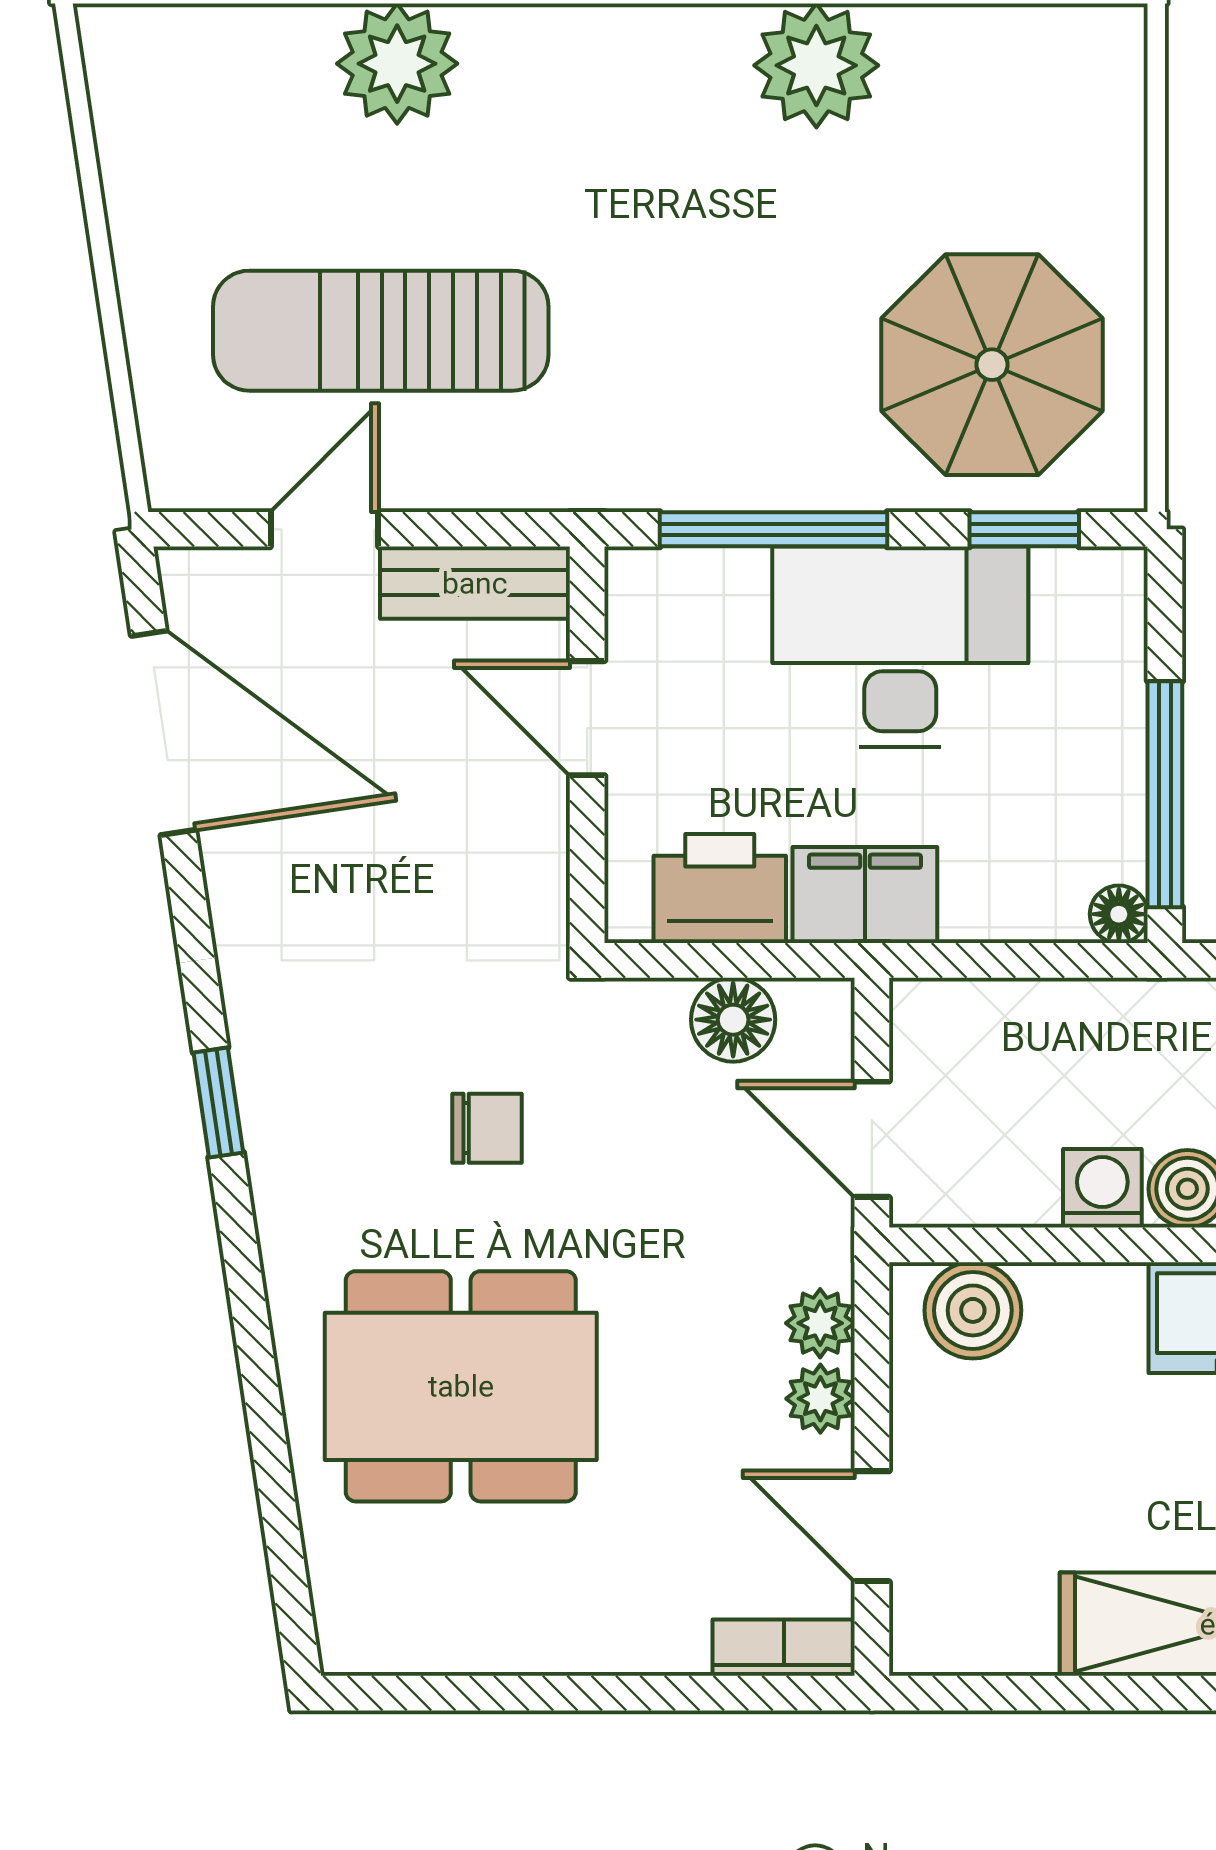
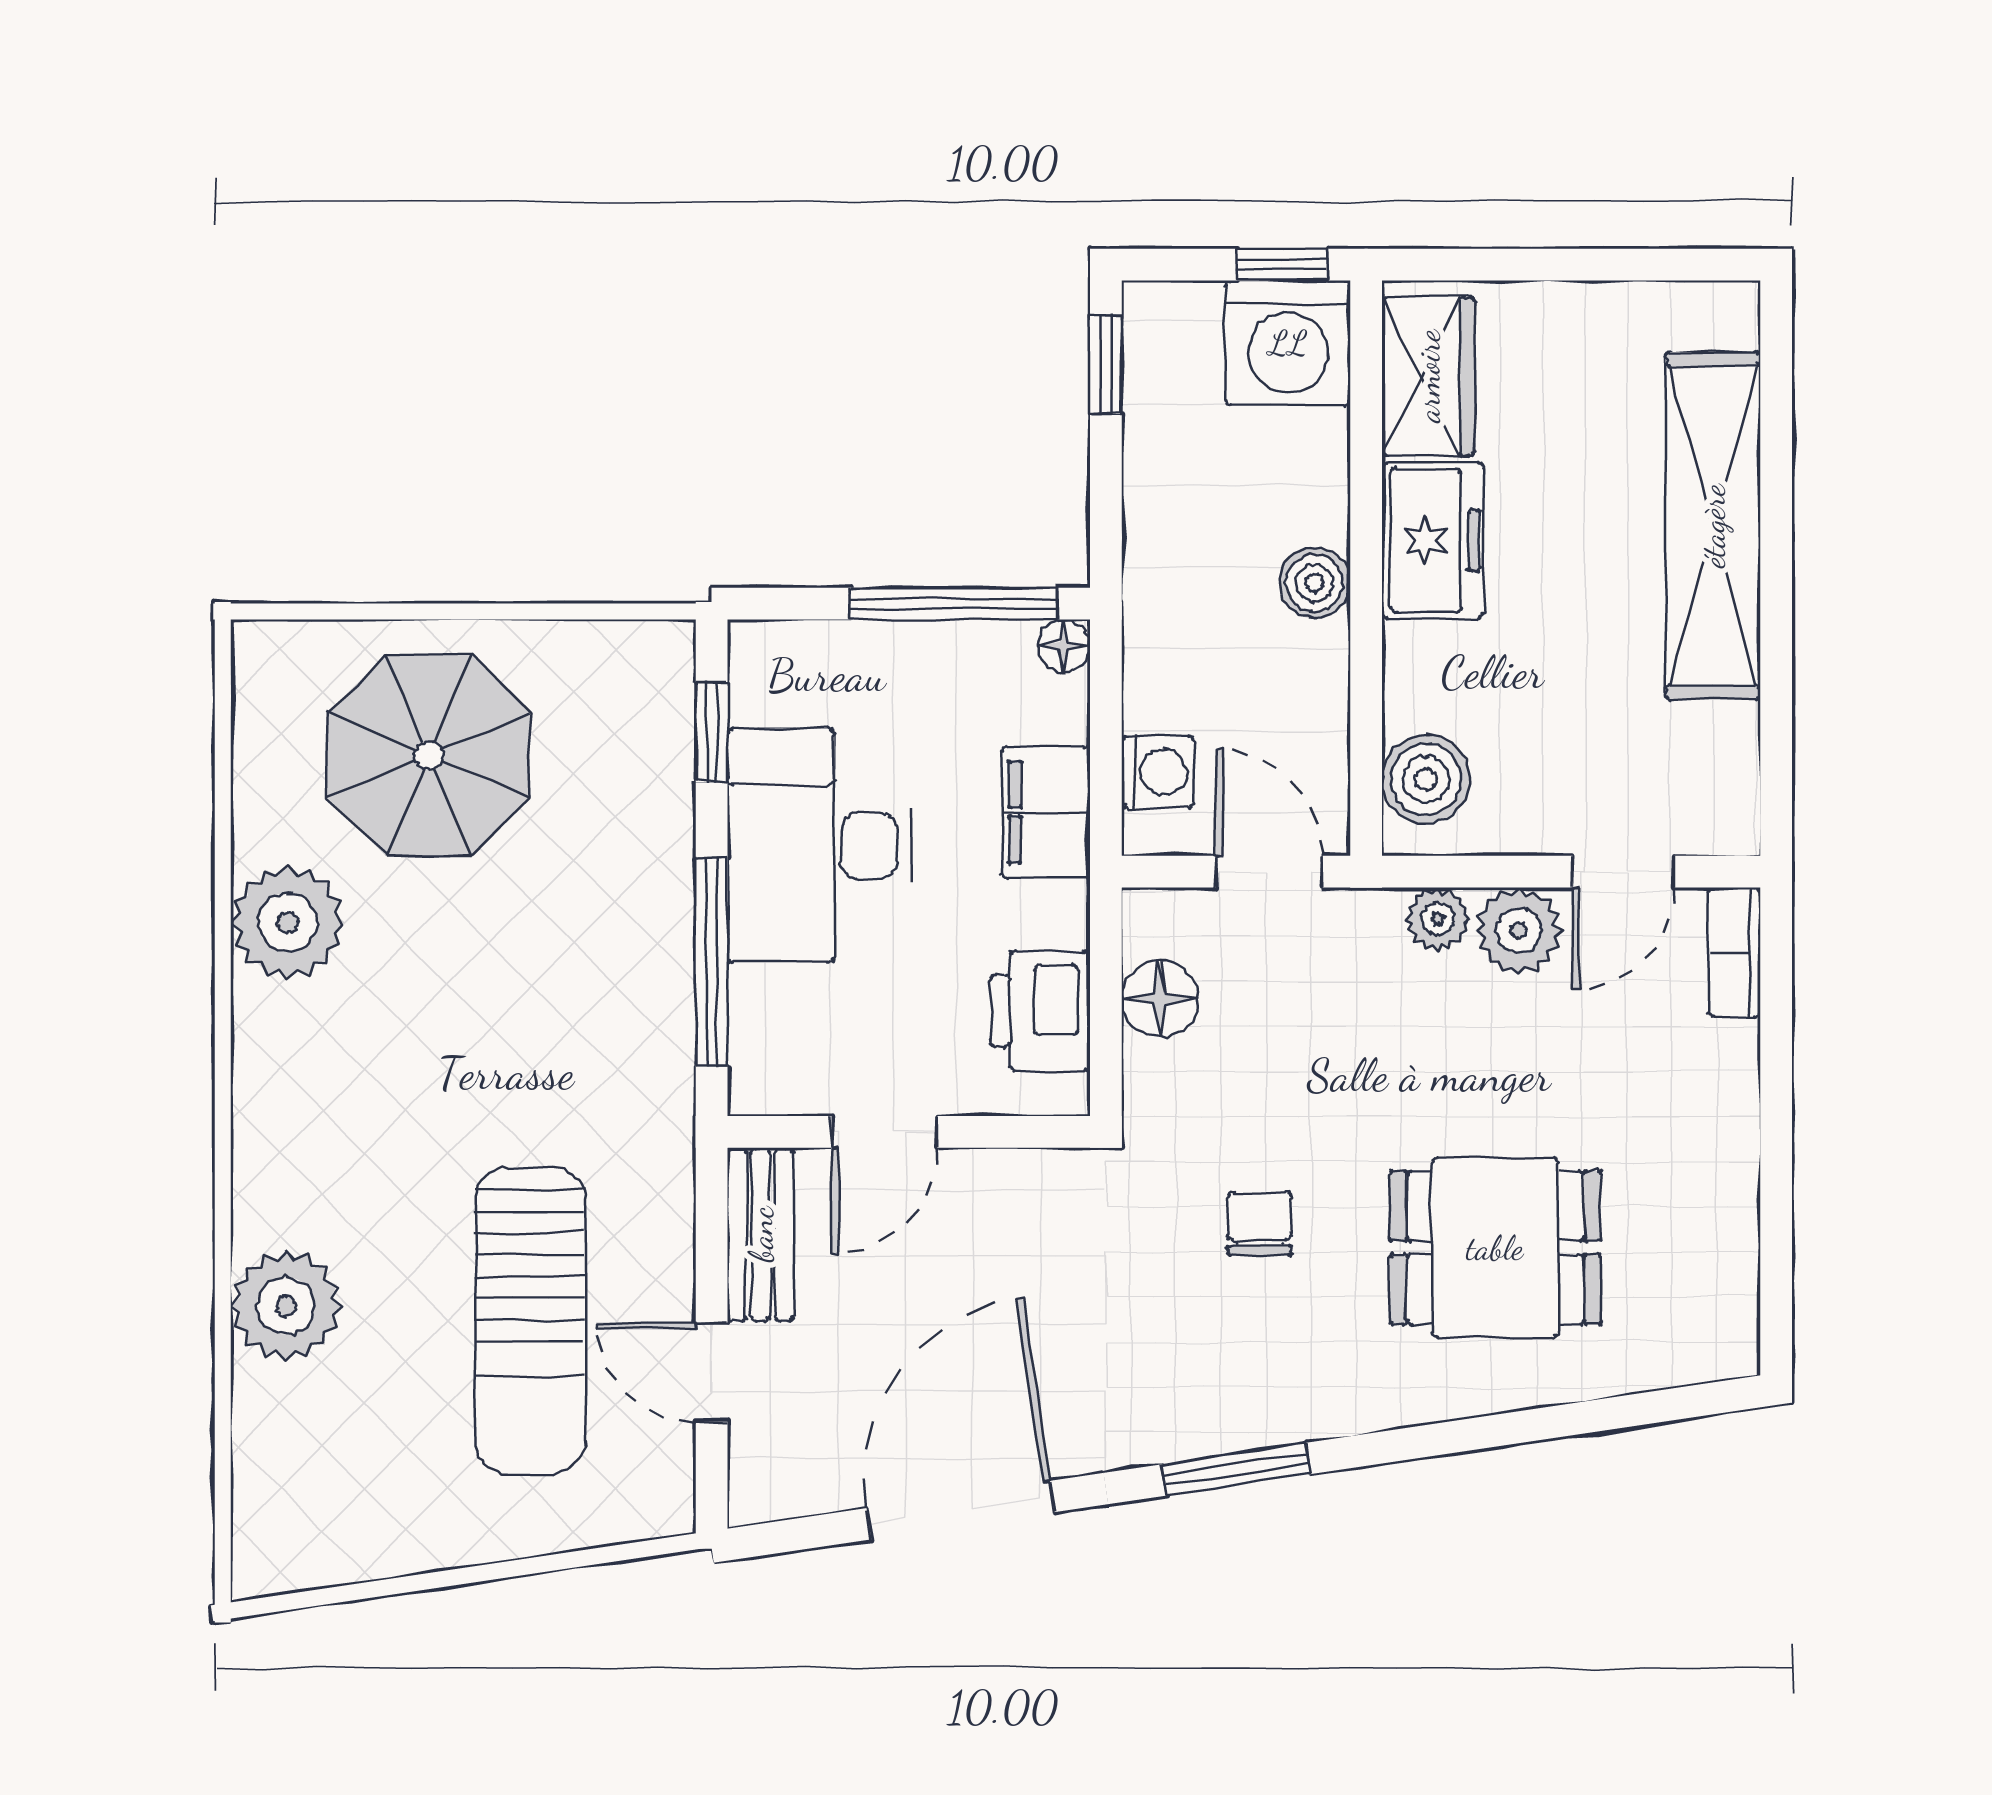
parasol: (992, 365) -> (429, 755), moved
door: (164, 733) -> (961, 1510), moved
filing cabinet: (865, 895) -> (1046, 812), moved
window: (218, 1103) -> (1236, 1469), width x1.50
door: (872, 1139) -> (1269, 872), swing flipped
washing machine: (1102, 1188) -> (1158, 772), moved, turned 180
dining table: (461, 1386) -> (1495, 1248), width x0.73
plant: (820, 1399) -> (1519, 931), width x1.38, depth x1.38

